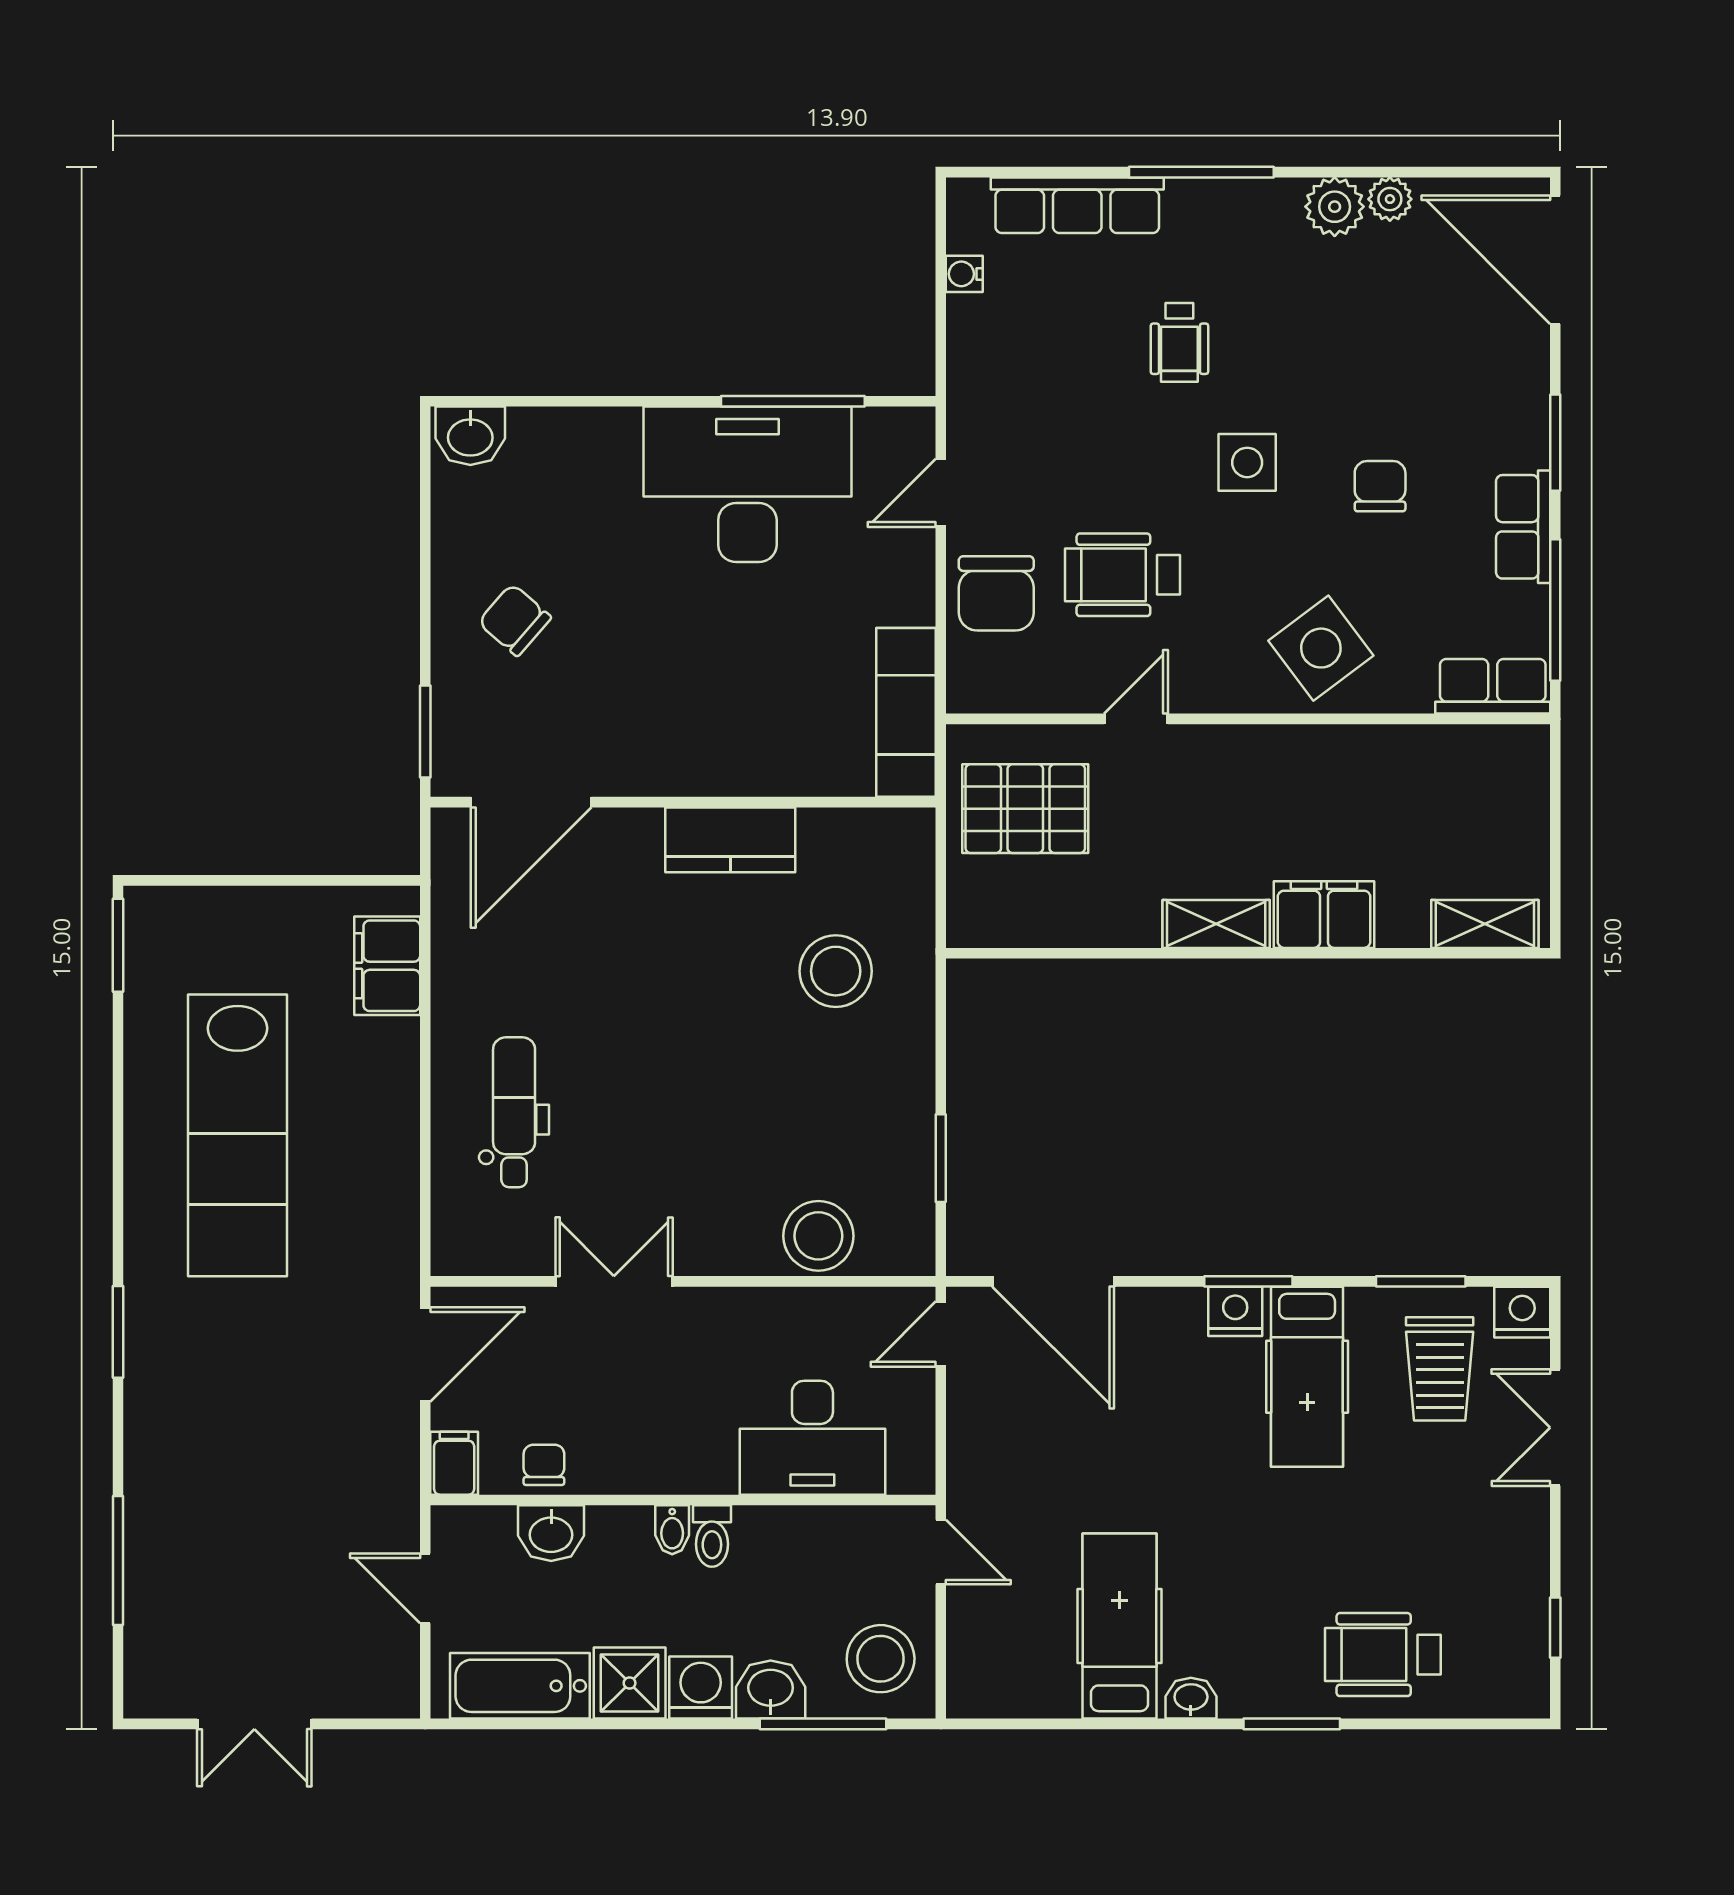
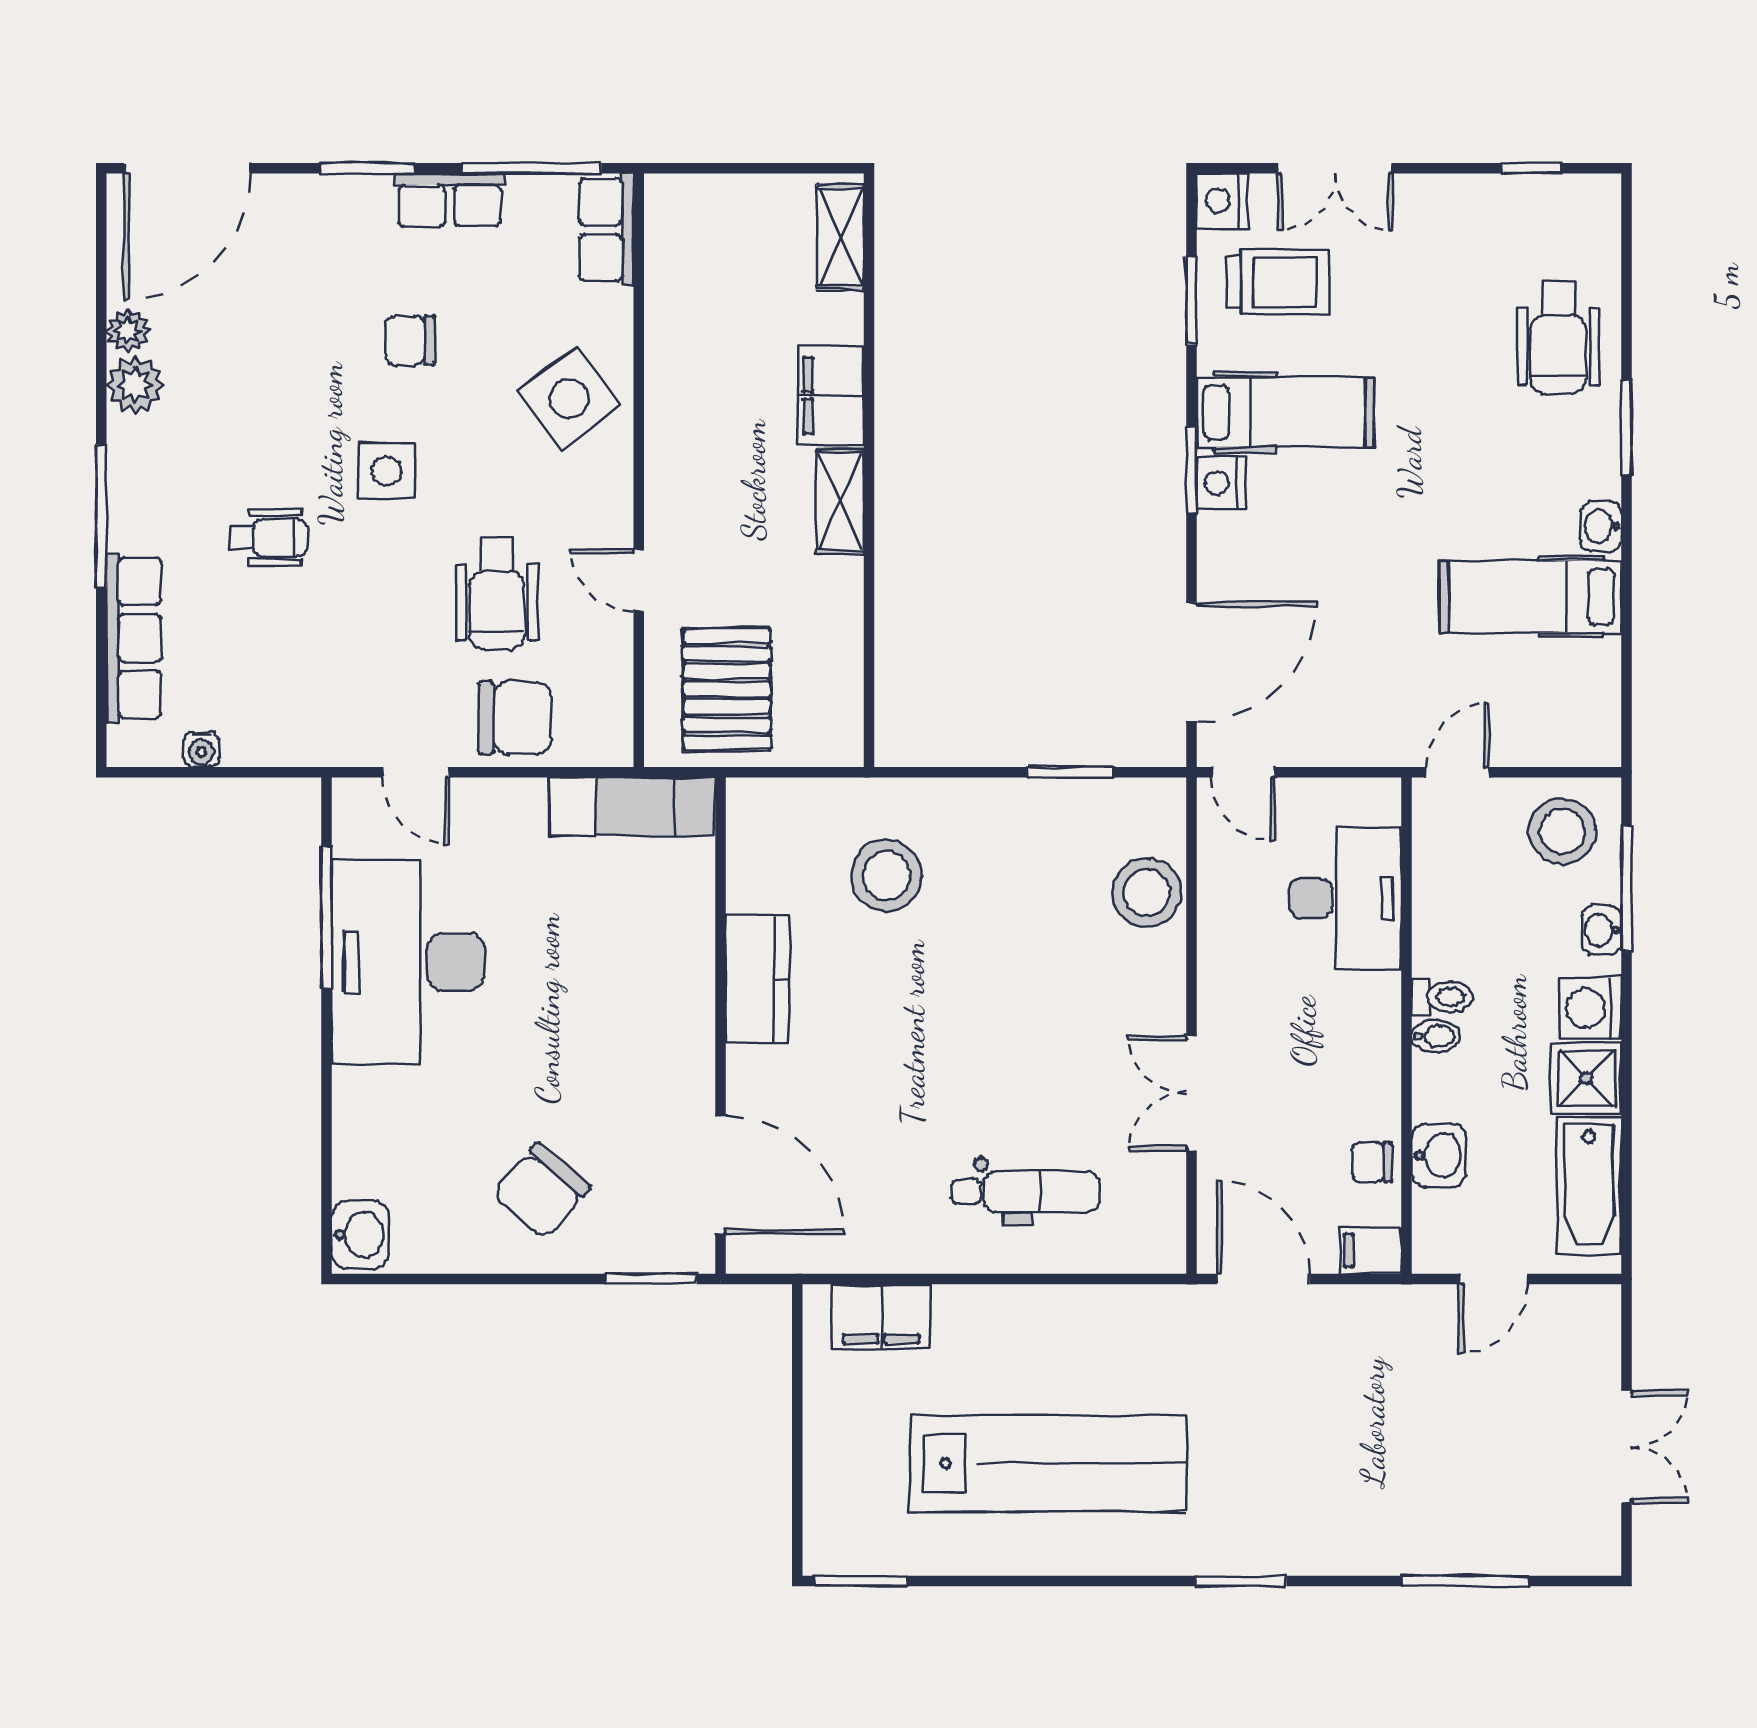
chair: (515, 620) -> (541, 1191), width x1.37, depth x1.37
dental chair: (514, 1112) -> (1025, 1192), turned 180
washbasin: (771, 1689) -> (1602, 930), width x0.72, depth x0.69

